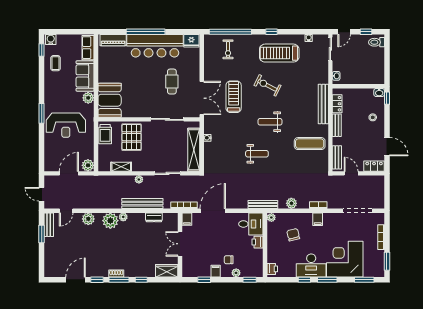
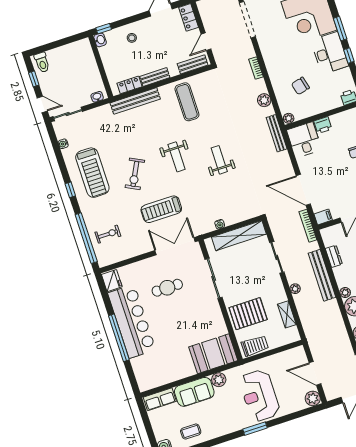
piano: (113, 40) -> (141, 373), removed
reception desk: (66, 125) -> (259, 395), turned 180
plant: (88, 165) -> (313, 398), moved
filing cabinet: (318, 219) -> (273, 63), removed

